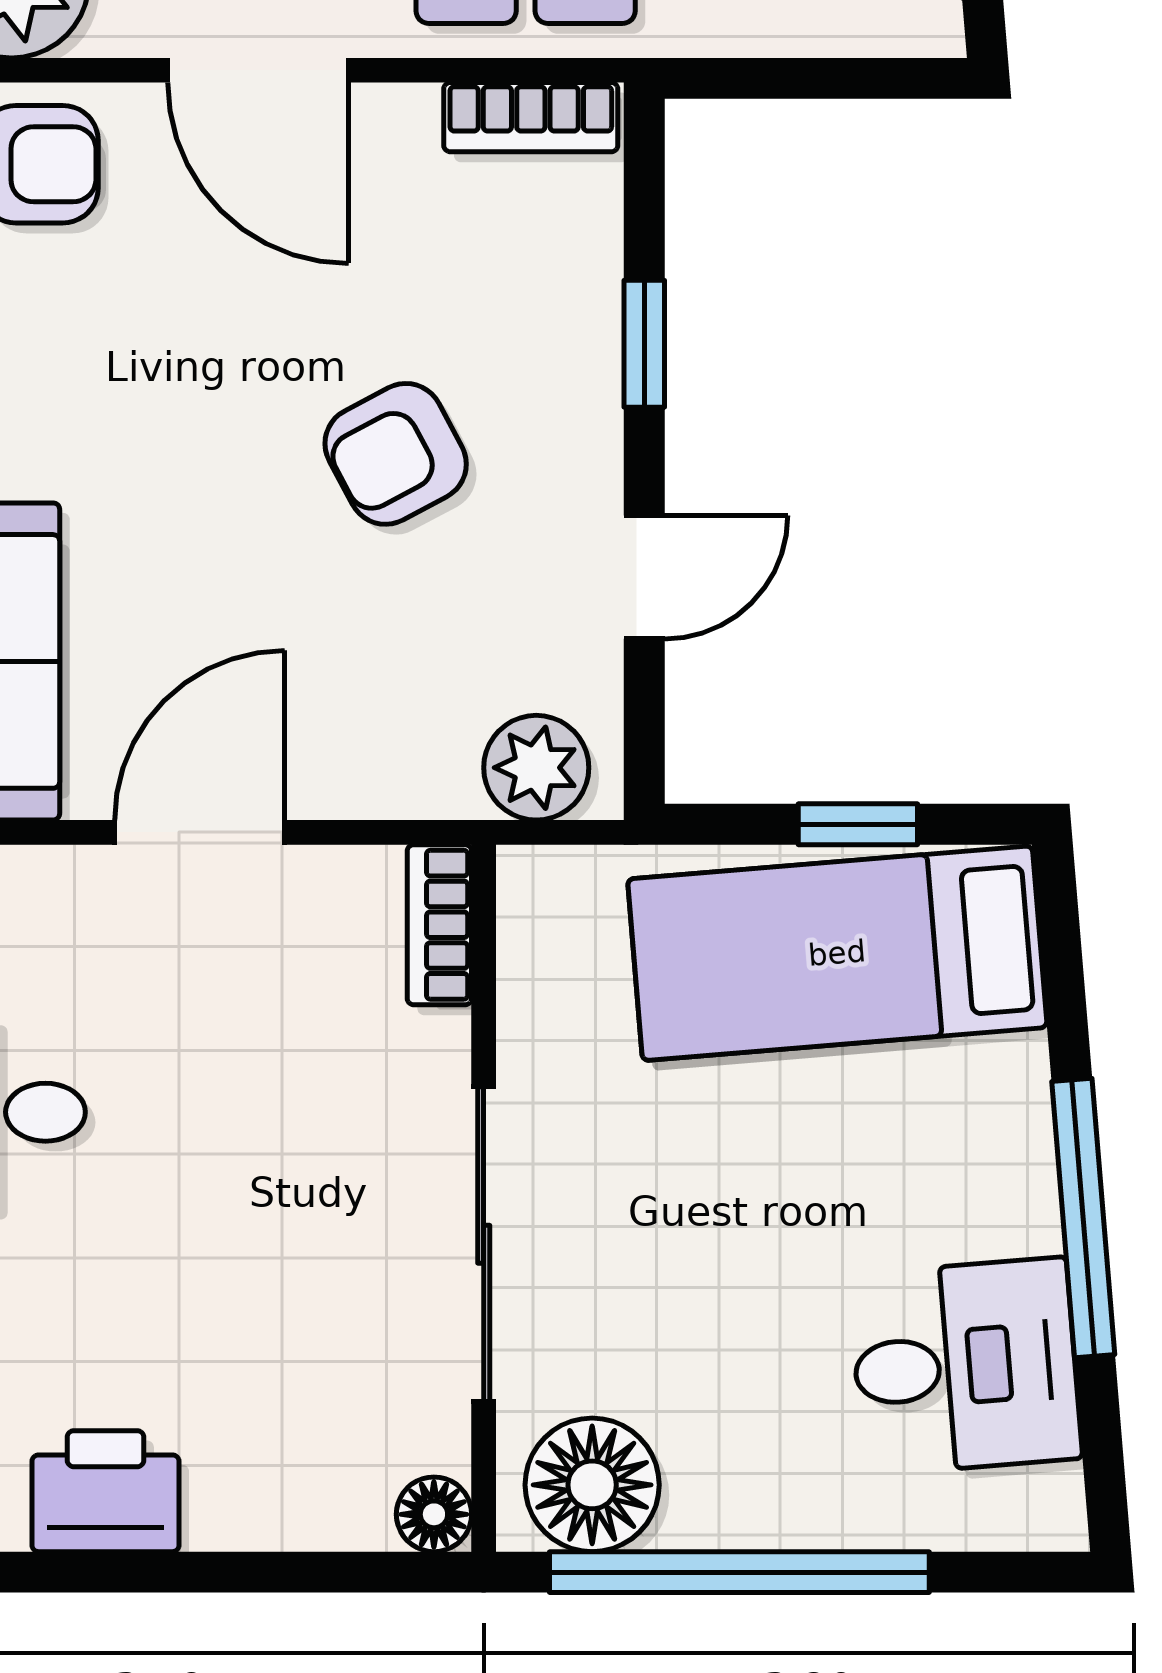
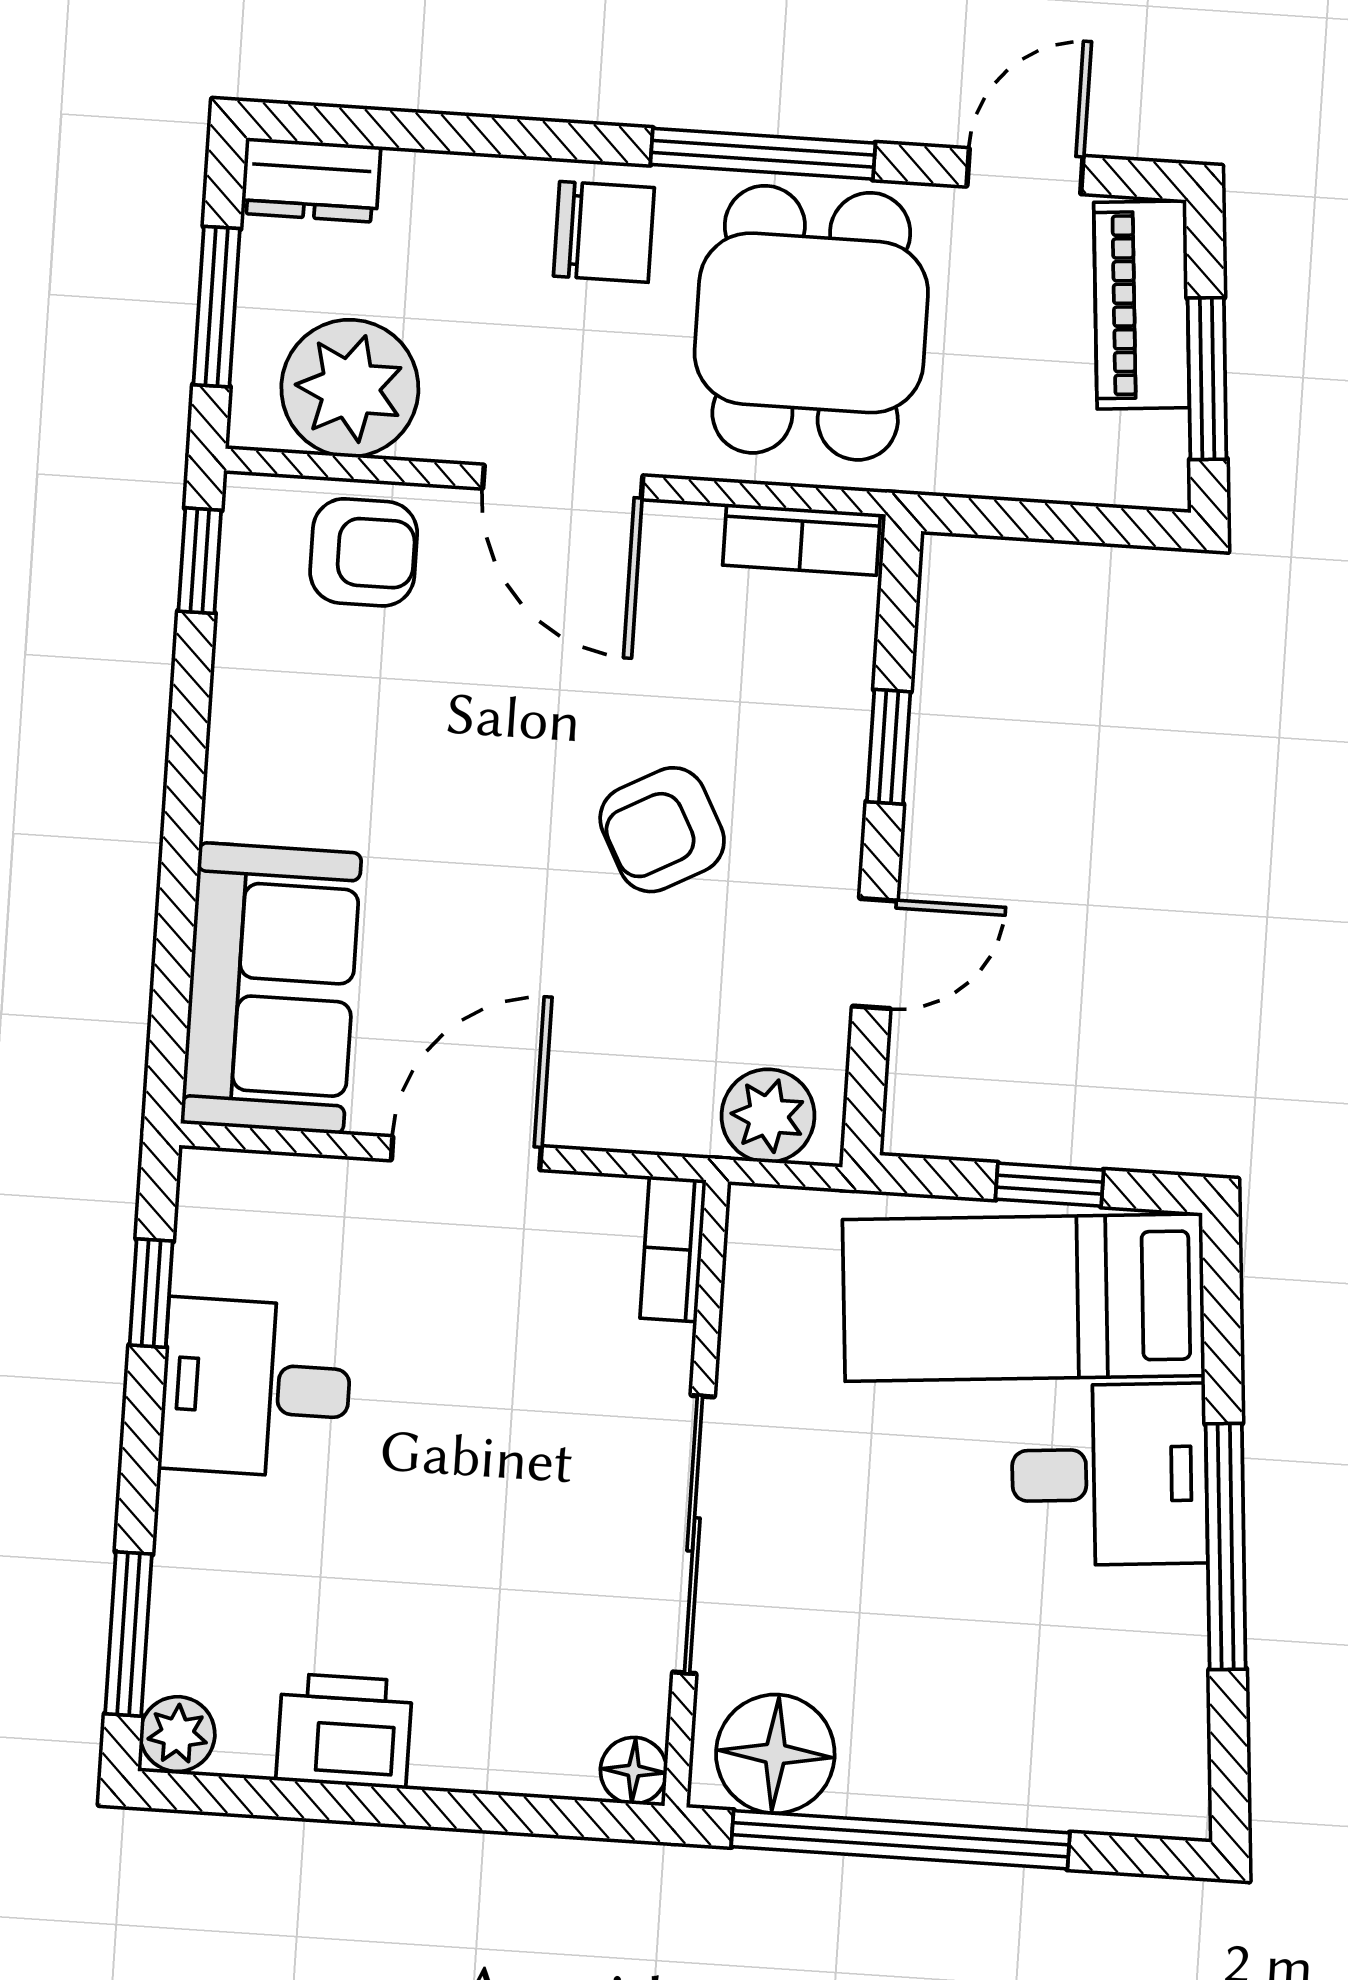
desk: (965, 1366) -> (1109, 1475), moved

